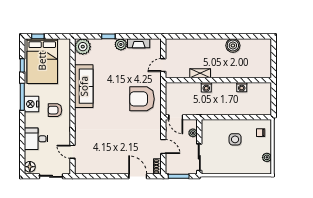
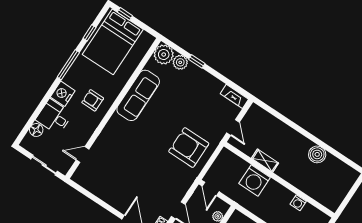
fireplace: (139, 43) -> (234, 96), moved
plant: (121, 44) -> (180, 62), moved
door: (163, 65) -> (233, 128), swing flipped
washing machine: (206, 87) -> (255, 181), width x1.89, depth x1.89
nightstand: (31, 104) -> (63, 94), moved
door: (72, 152) -> (82, 155), hinge flipped
floor lamp: (30, 167) -> (36, 130), moved

